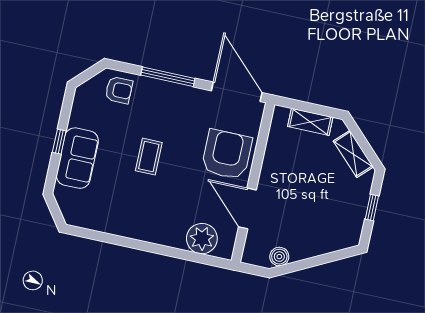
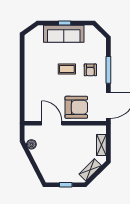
armchair: (119, 90) -> (90, 70), moved
sofa: (77, 158) -> (64, 34), width x1.36
door: (247, 208) -> (52, 123), hinge flipped
plant: (202, 239) -> (32, 104), removed

